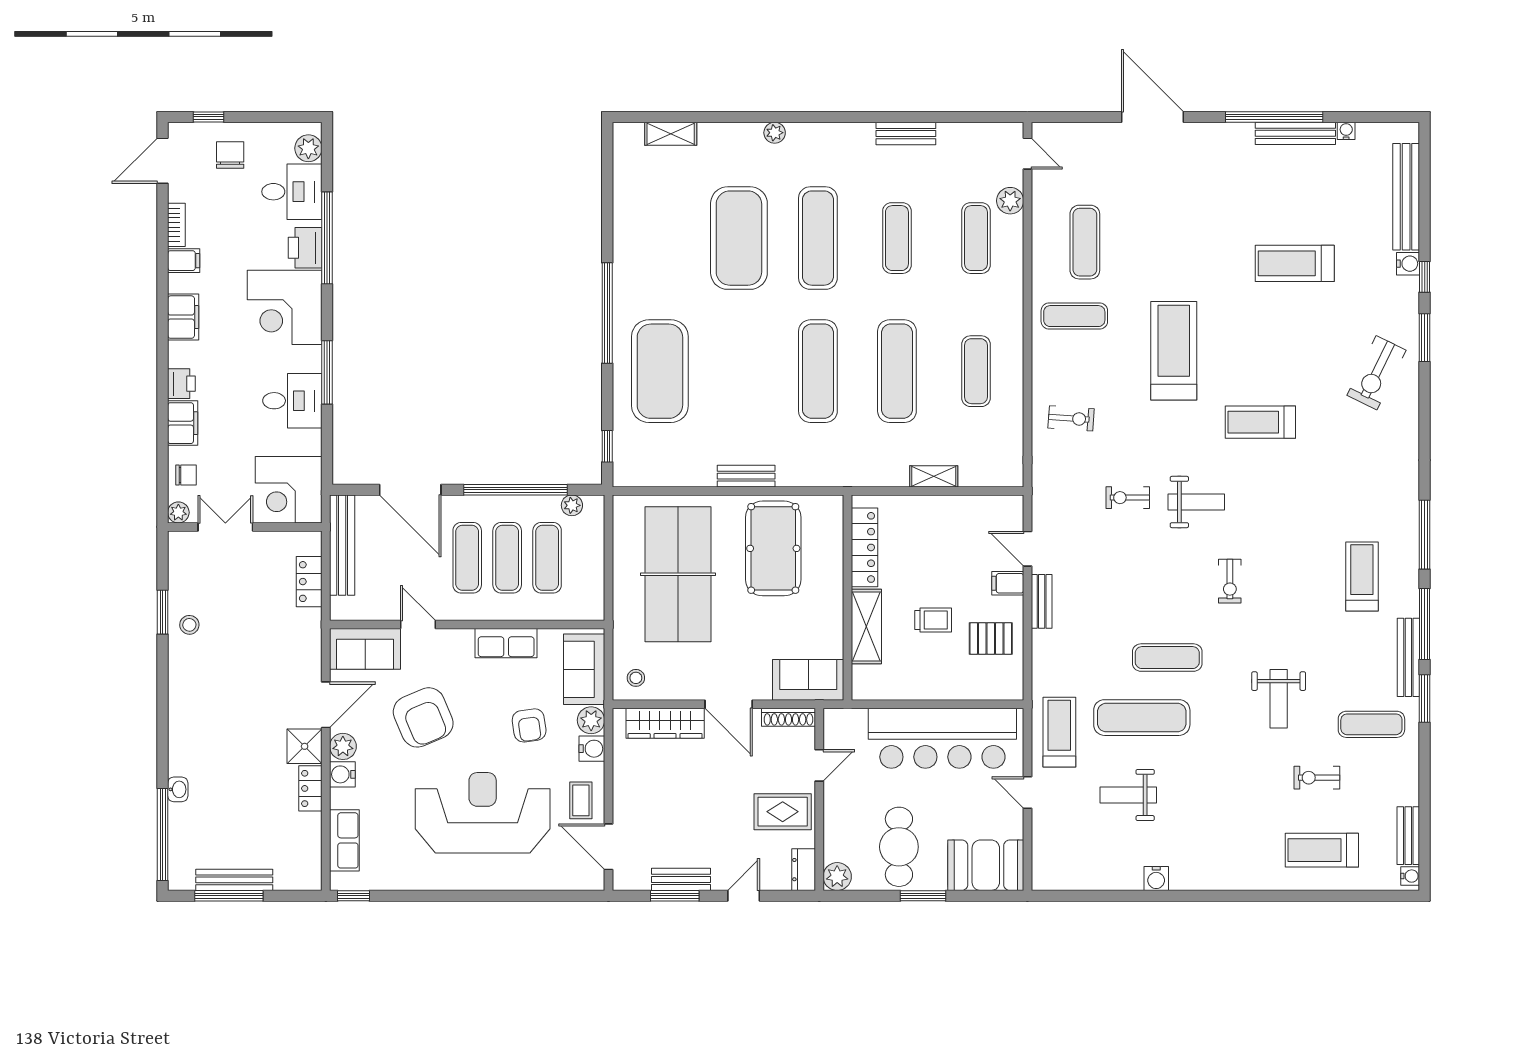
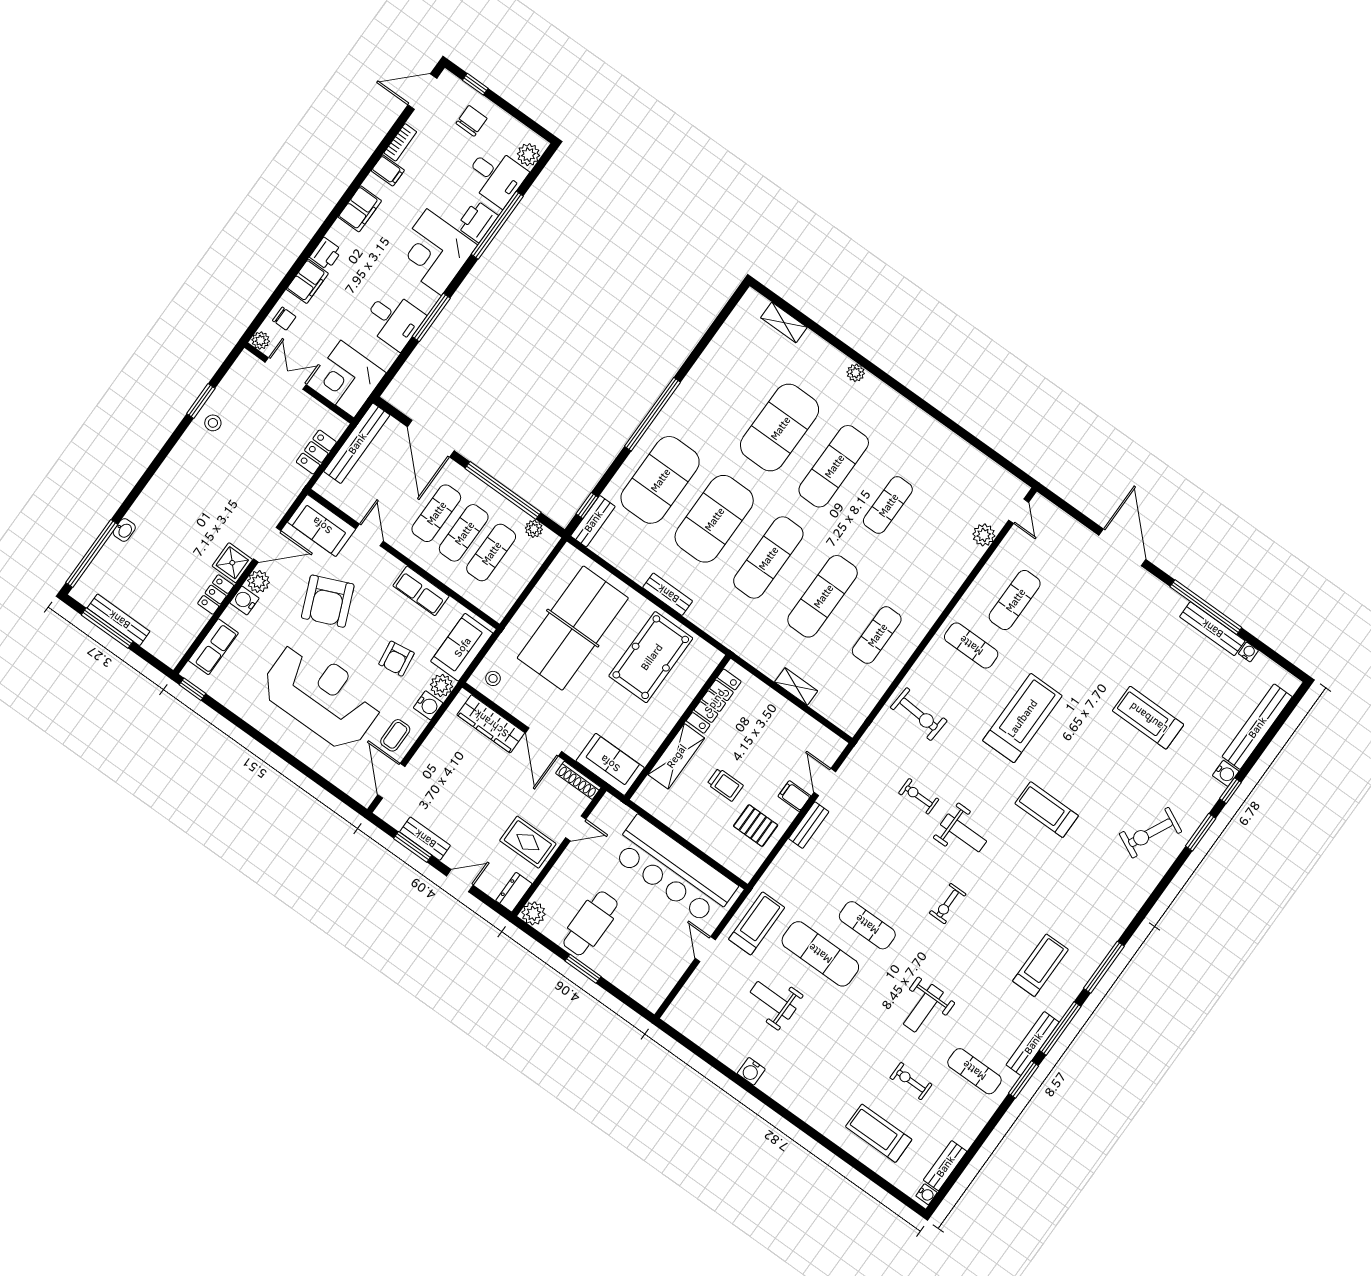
bench: (906, 134) -> (593, 521), moved, turned 90
exercise mat: (976, 238) -> (714, 519), moved, width x2.00, depth x1.45
exercise bike: (1071, 418) -> (919, 714), width x1.38, depth x1.39
booth: (986, 865) -> (641, 979), removed

